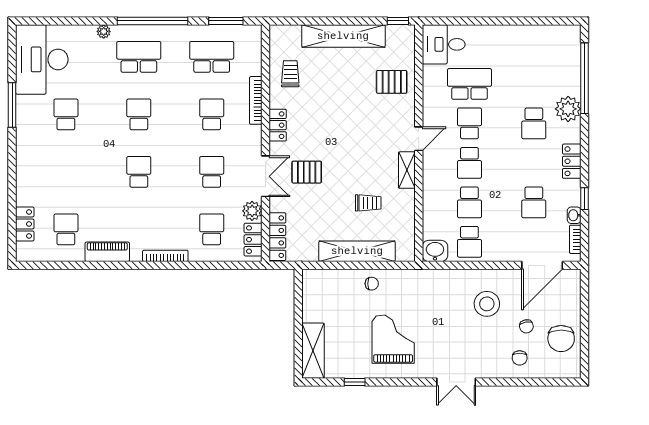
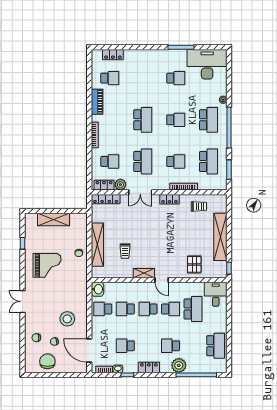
school desk: (534, 44) -> (216, 346), added
school desk: (139, 172) -> (143, 120), width x1.85
school desk: (212, 172) -> (143, 161), width x1.85
pallet: (307, 172) -> (143, 216), removed
chair: (561, 339) -> (47, 361), turned 90
shelving: (313, 351) -> (53, 219), moved

